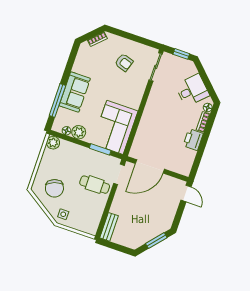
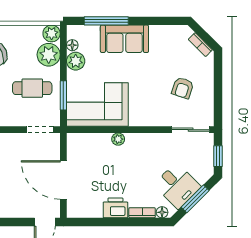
window: (206, 81) -> (195, 199), added
plant: (145, 121) -> (118, 139), added
plant: (68, 150) -> (49, 55), added
door: (150, 166) -> (63, 180), moved
cafe table: (95, 185) -> (32, 88), moved, turned 90

